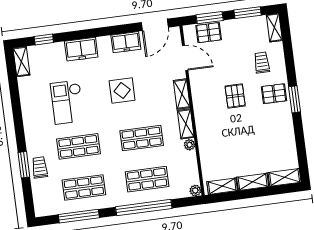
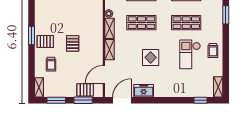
freezer: (81, 49) -> (175, 90), removed
door: (185, 58) -> (104, 74), hinge flipped
checkout: (67, 102) -> (190, 54), turned 180
trolley: (40, 167) -> (213, 50), moved

